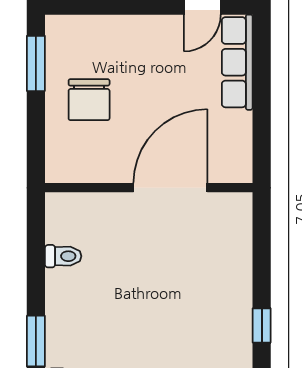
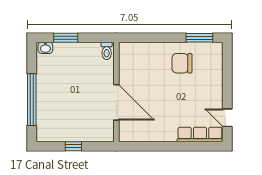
wall: (149, 188) -> (116, 92), moved
door: (170, 188) -> (116, 102), moved

